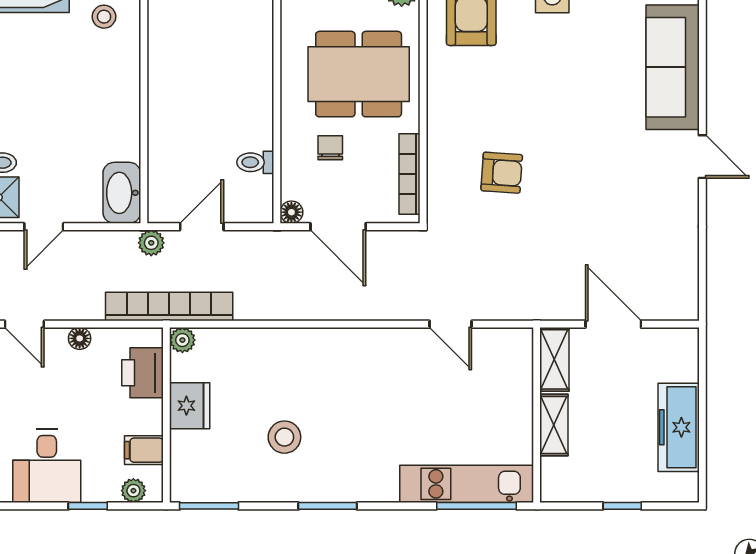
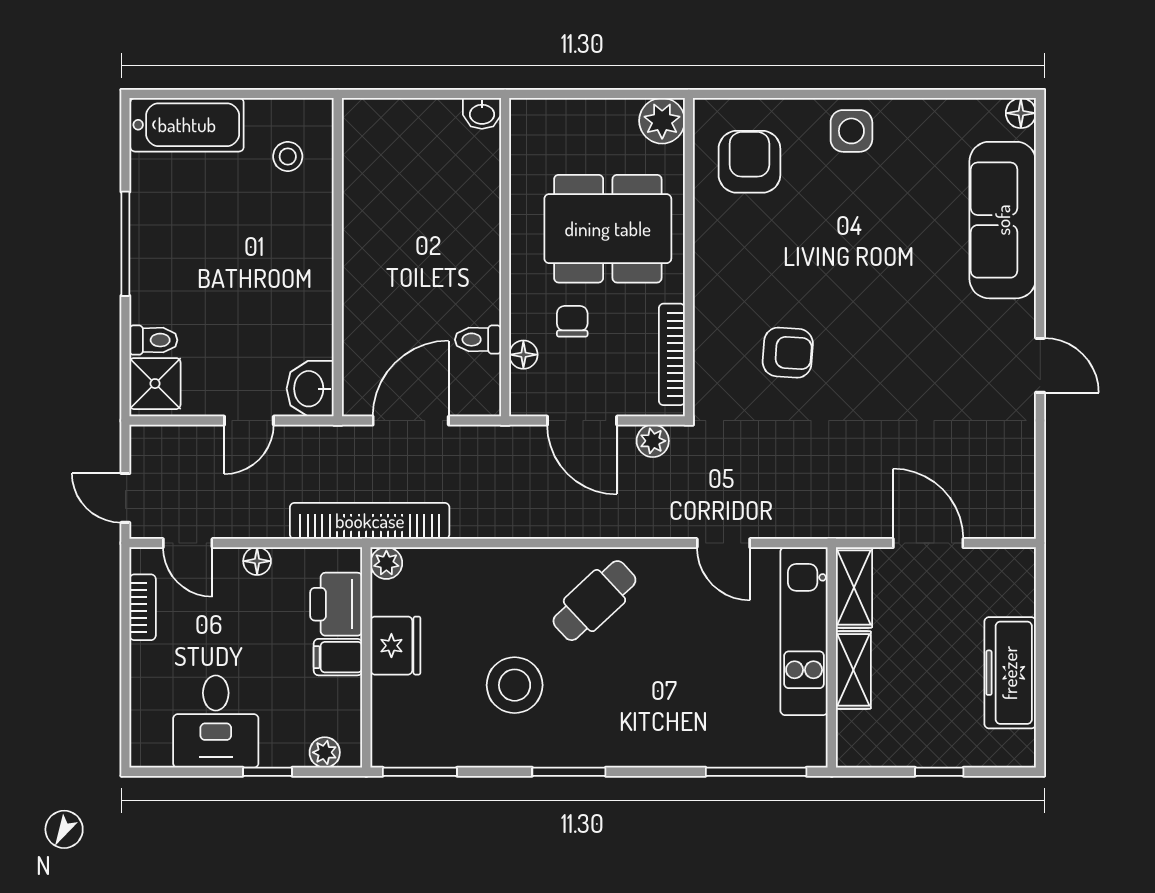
door: (702, 157) -> (1040, 365), moved
washbasin: (122, 193) -> (310, 389), width x0.72
floor lamp: (291, 212) -> (523, 355), moved
door: (44, 227) -> (249, 421), moved
door: (202, 227) -> (411, 421), width x1.38
plant: (151, 243) -> (653, 441), moved
cafe table: (348, 370) -> (594, 601), added
stool: (284, 437) -> (515, 685), width x1.38, depth x1.38
filing cabinet: (144, 450) -> (338, 657), moved
kitchen unit: (467, 484) -> (804, 631), moved, turned -90

